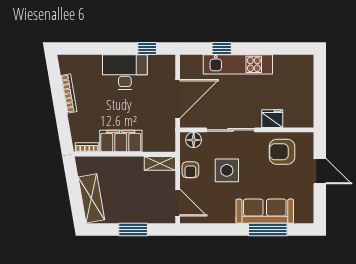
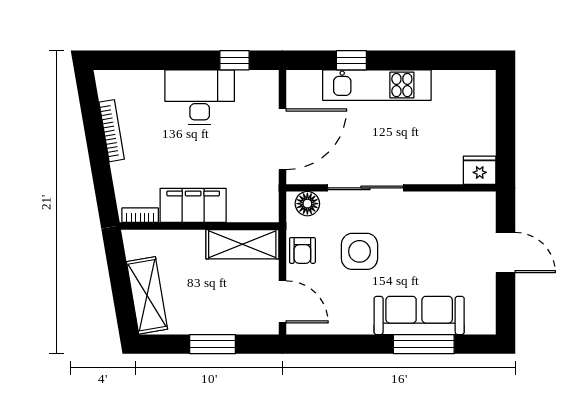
fridge: (272, 119) -> (480, 170), moved
armchair: (282, 152) -> (446, 222), removed
shelving: (160, 163) -> (242, 244), width x1.50, depth x1.33

